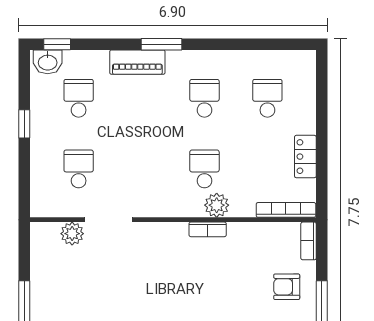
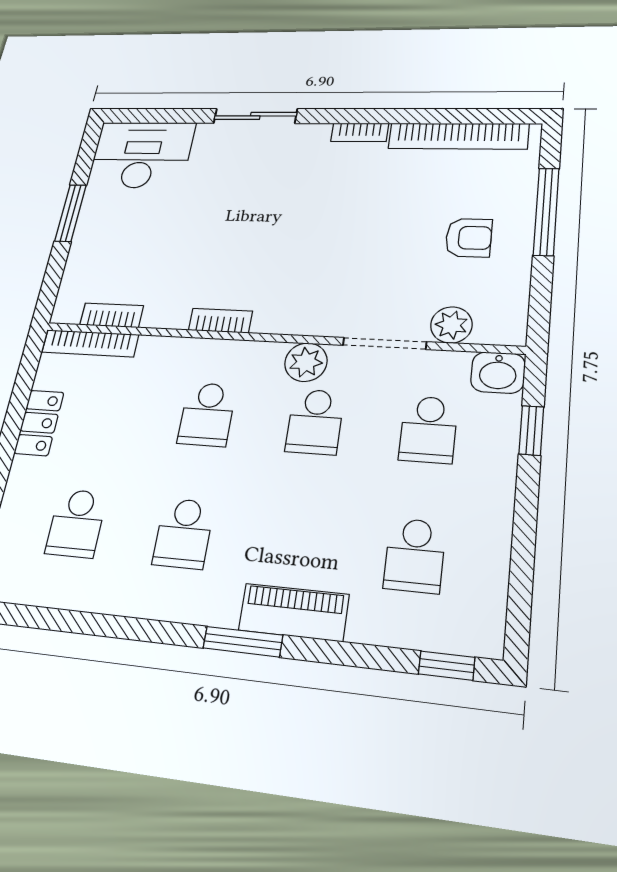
washbasin: (48, 62) -> (498, 373), moved, turned 180
window: (24, 124) -> (531, 430), moved
school desk: (142, 169) -> (315, 422), added
plant: (217, 205) -> (306, 362), moved
bookcase: (309, 241) -> (112, 315), moved, turned -90
armchair: (287, 287) -> (469, 238), moved

